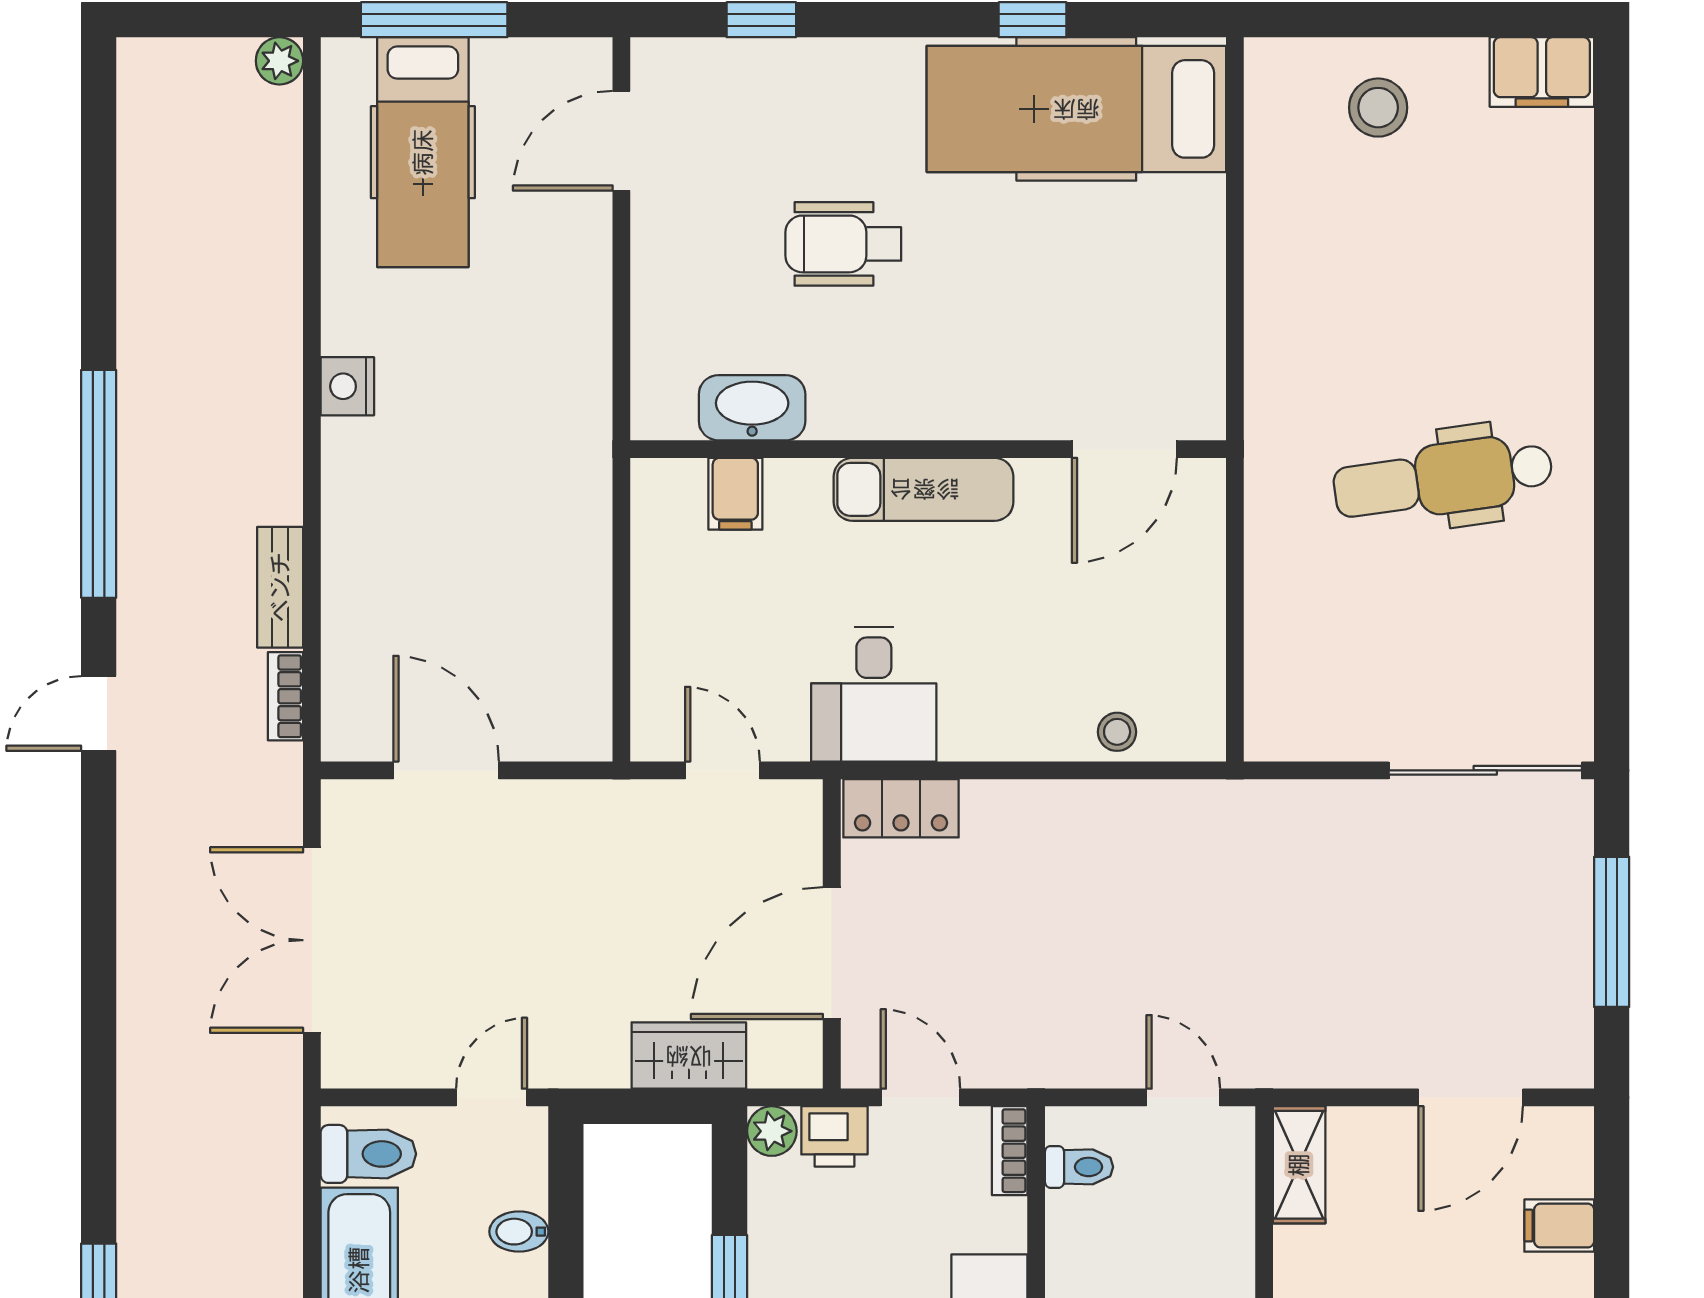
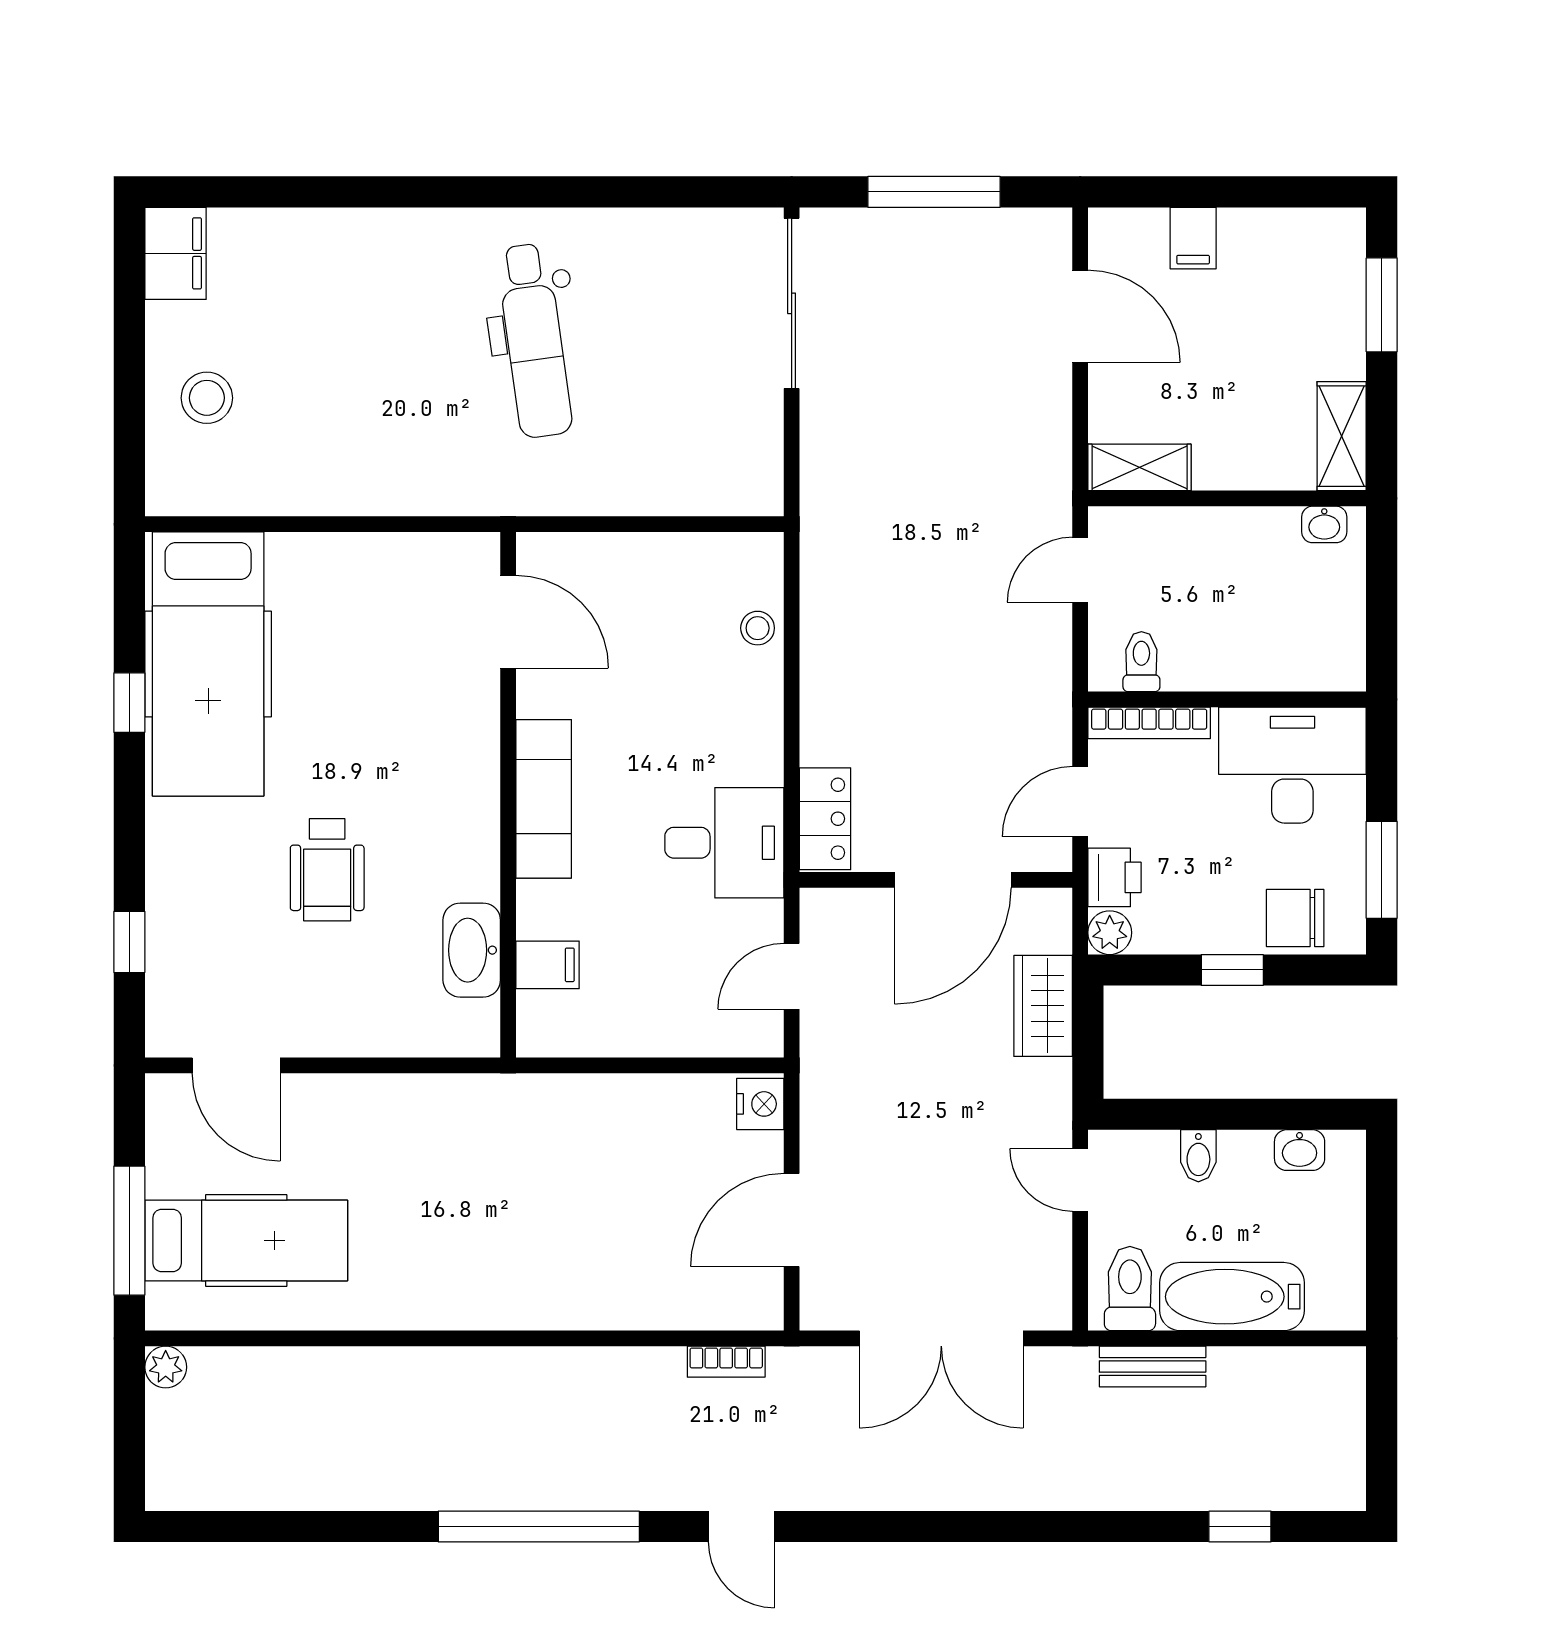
nightstand: (347, 386) -> (760, 1104), moved, turned -90
bench: (280, 587) -> (1153, 1366), moved
door: (832, 953) -> (953, 880), hinge flipped
bookcase: (1010, 1151) -> (1149, 723), width x1.56

